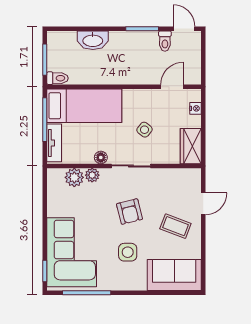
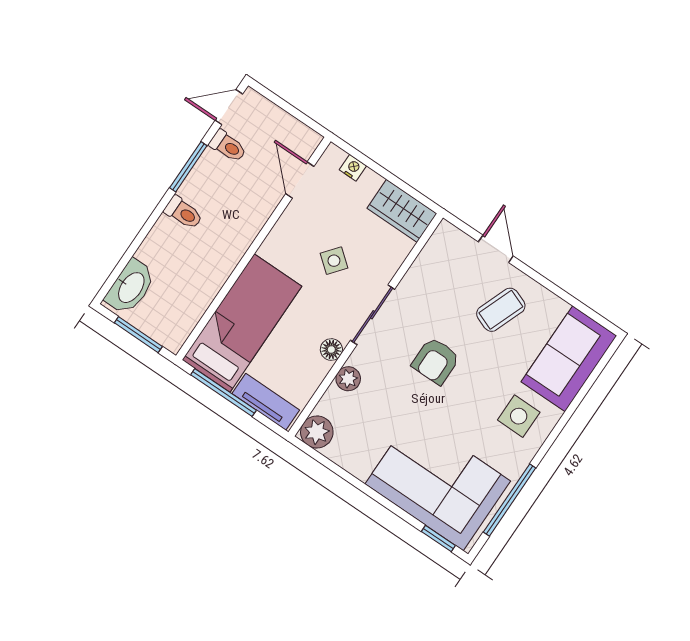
washbasin: (93, 40) -> (131, 287), moved
toilet: (57, 78) -> (183, 213), moved, turned 90
plant: (74, 177) -> (317, 432), moved
armchair: (129, 212) -> (436, 361), turned 104
side table: (128, 252) -> (519, 416), moved

